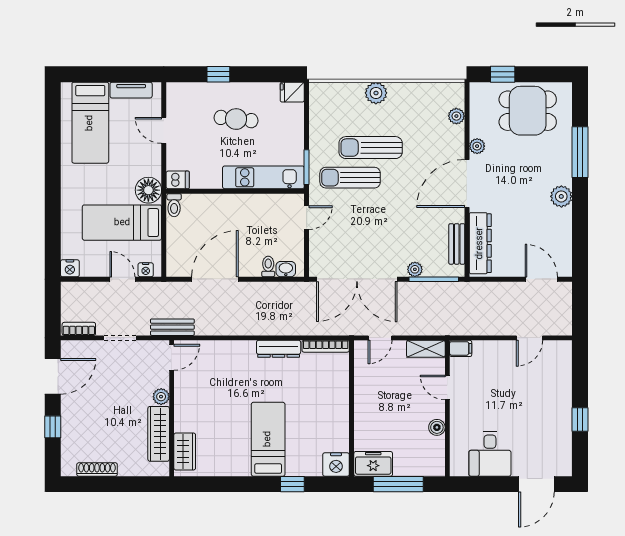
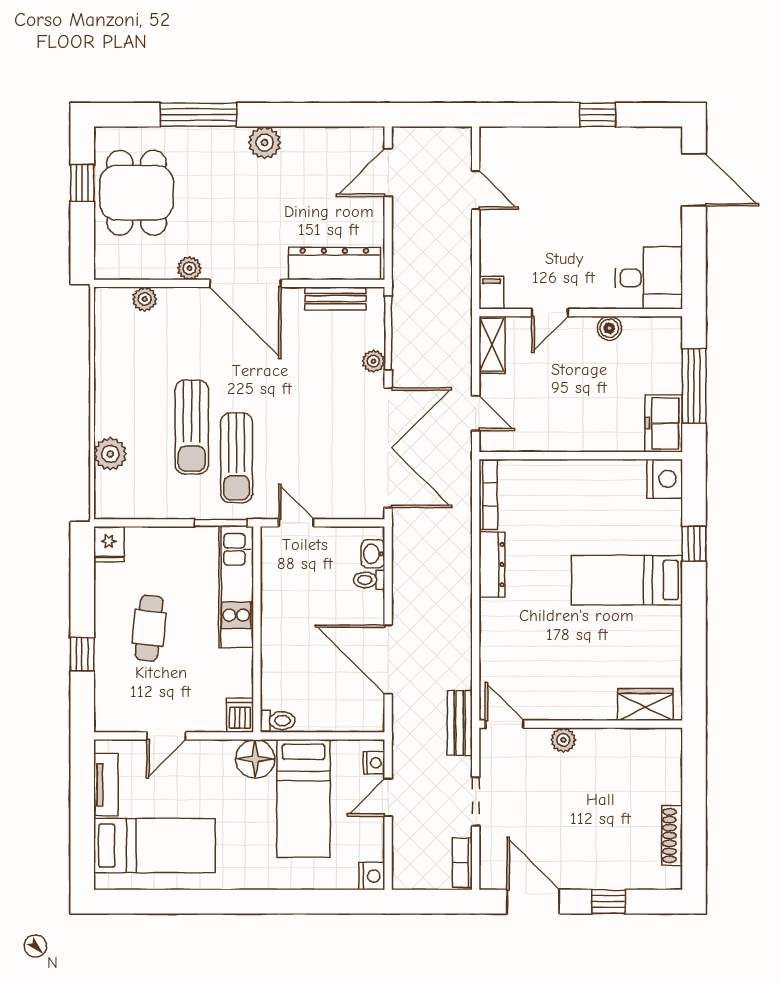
window: (503, 74) -> (82, 183), moved
plant: (376, 93) -> (110, 454), moved
wardrobe: (159, 434) -> (619, 744), removed
desk: (490, 454) -> (649, 278), moved

